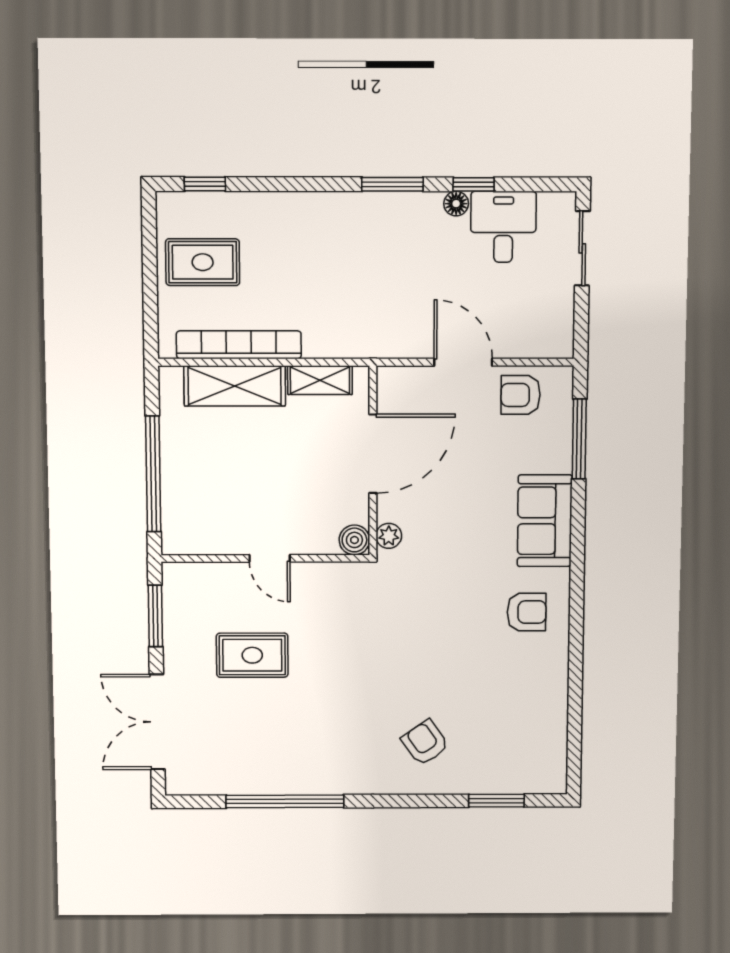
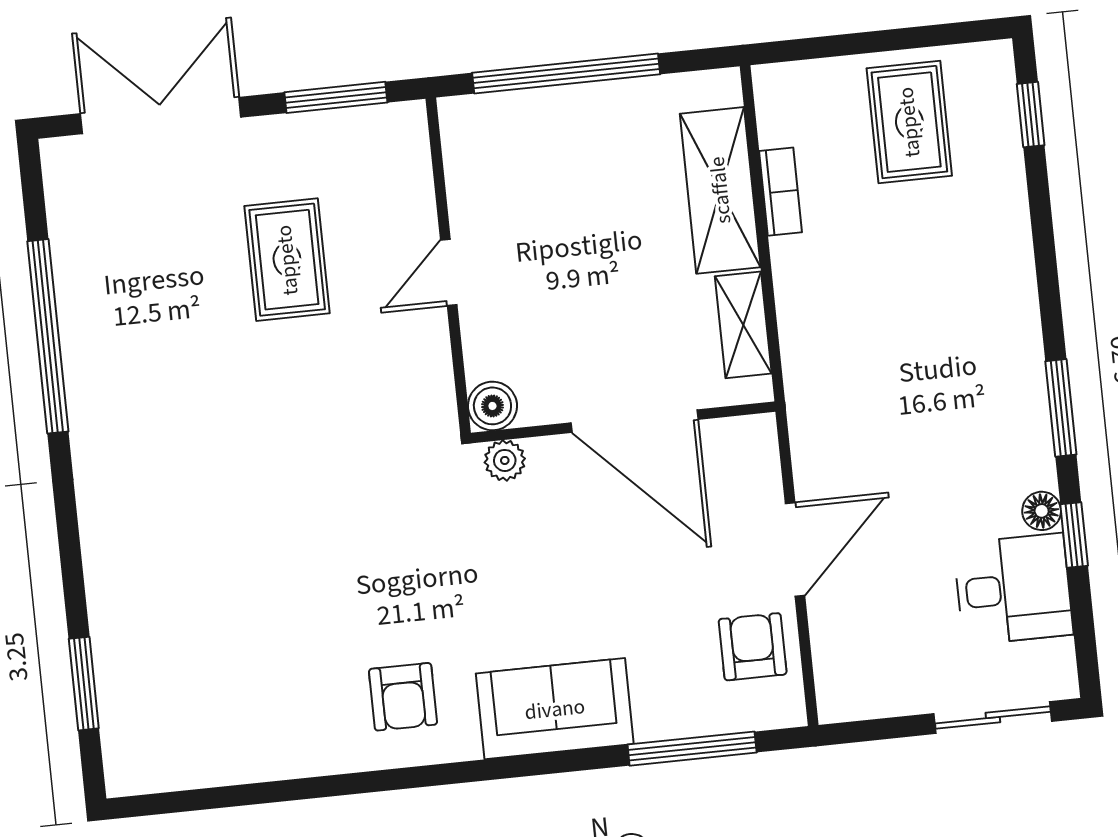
bookcase: (239, 345) -> (781, 192), width x0.43, depth x0.76
armchair: (425, 743) -> (170, 556), removed

